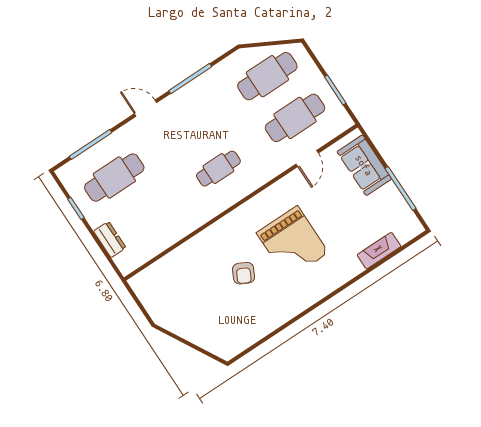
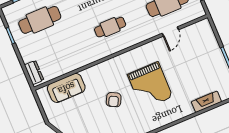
sofa: (364, 165) -> (66, 88), moved, turned -90
dresser: (110, 240) -> (34, 73), moved

